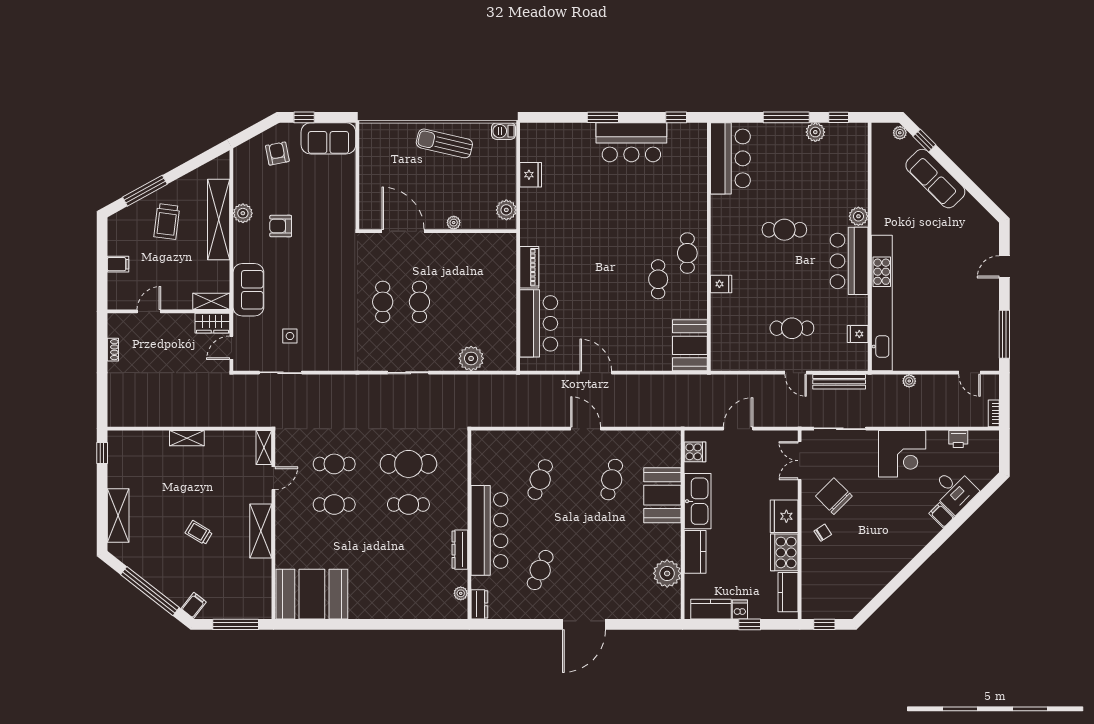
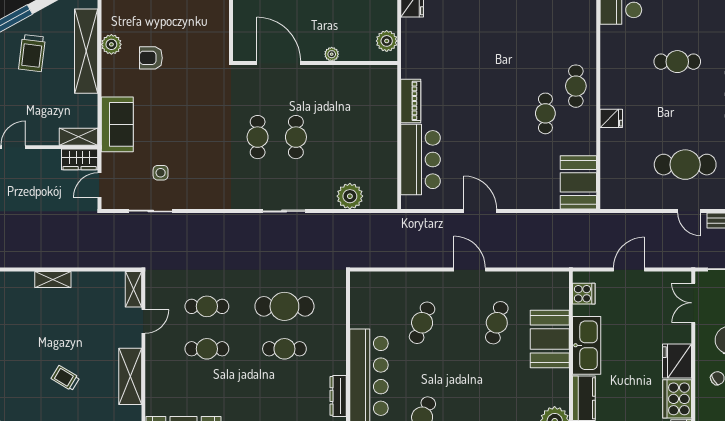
cafe table: (792, 328) -> (685, 165), width x1.37, depth x1.35

